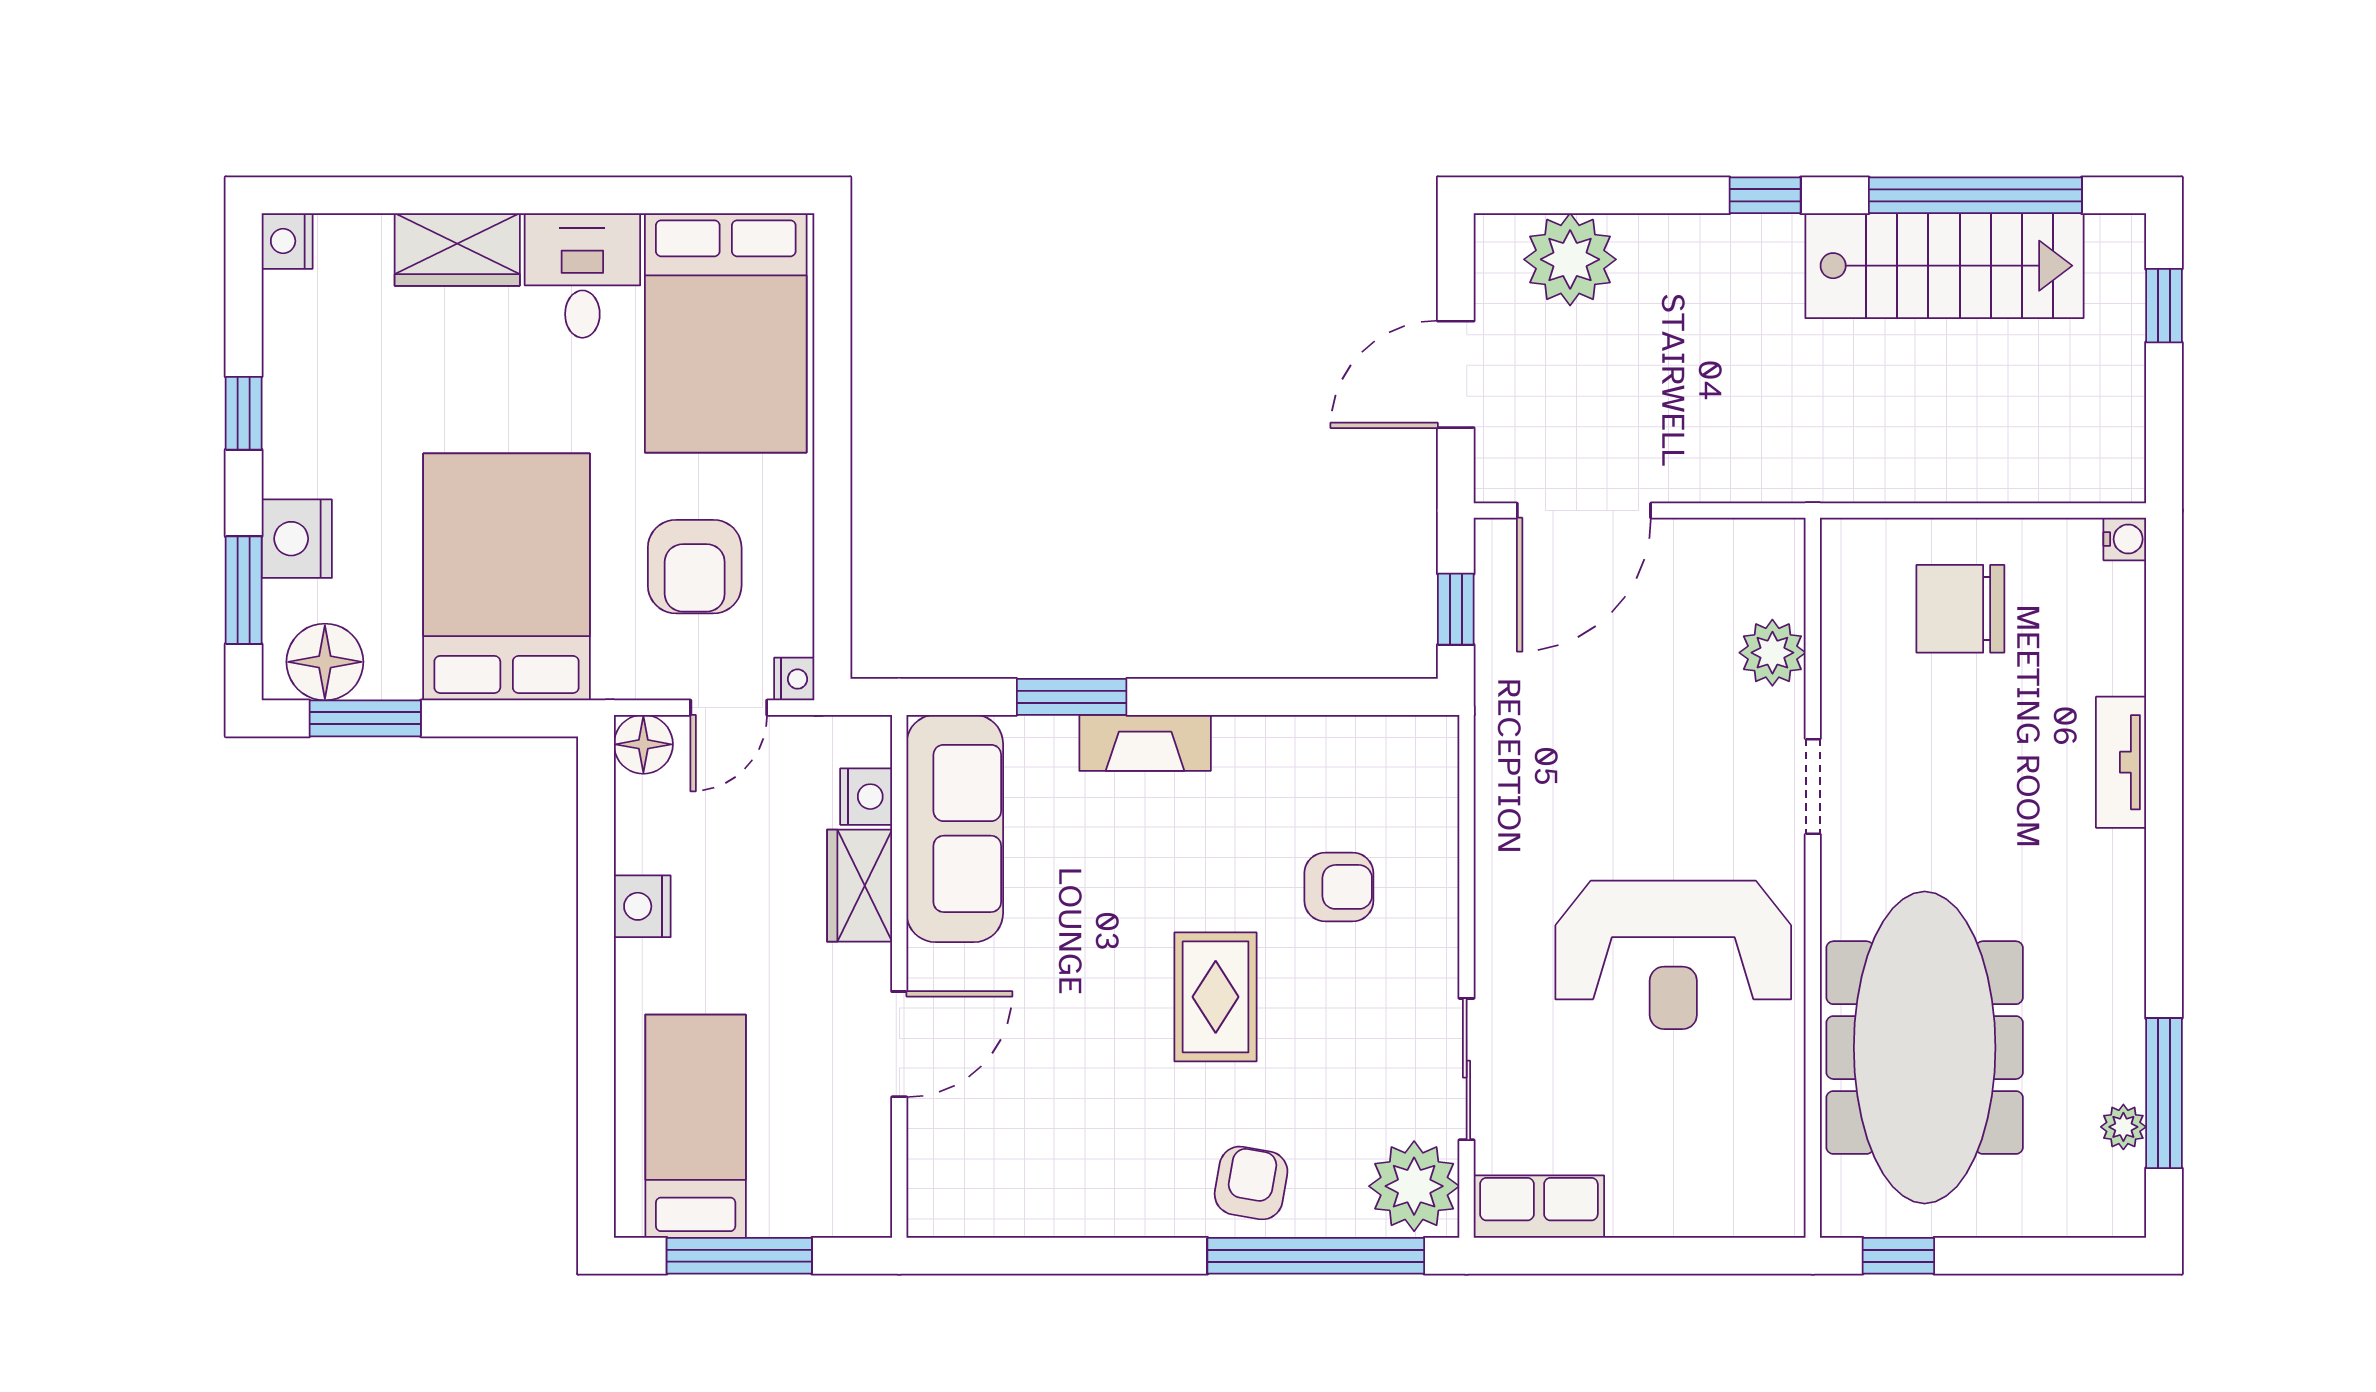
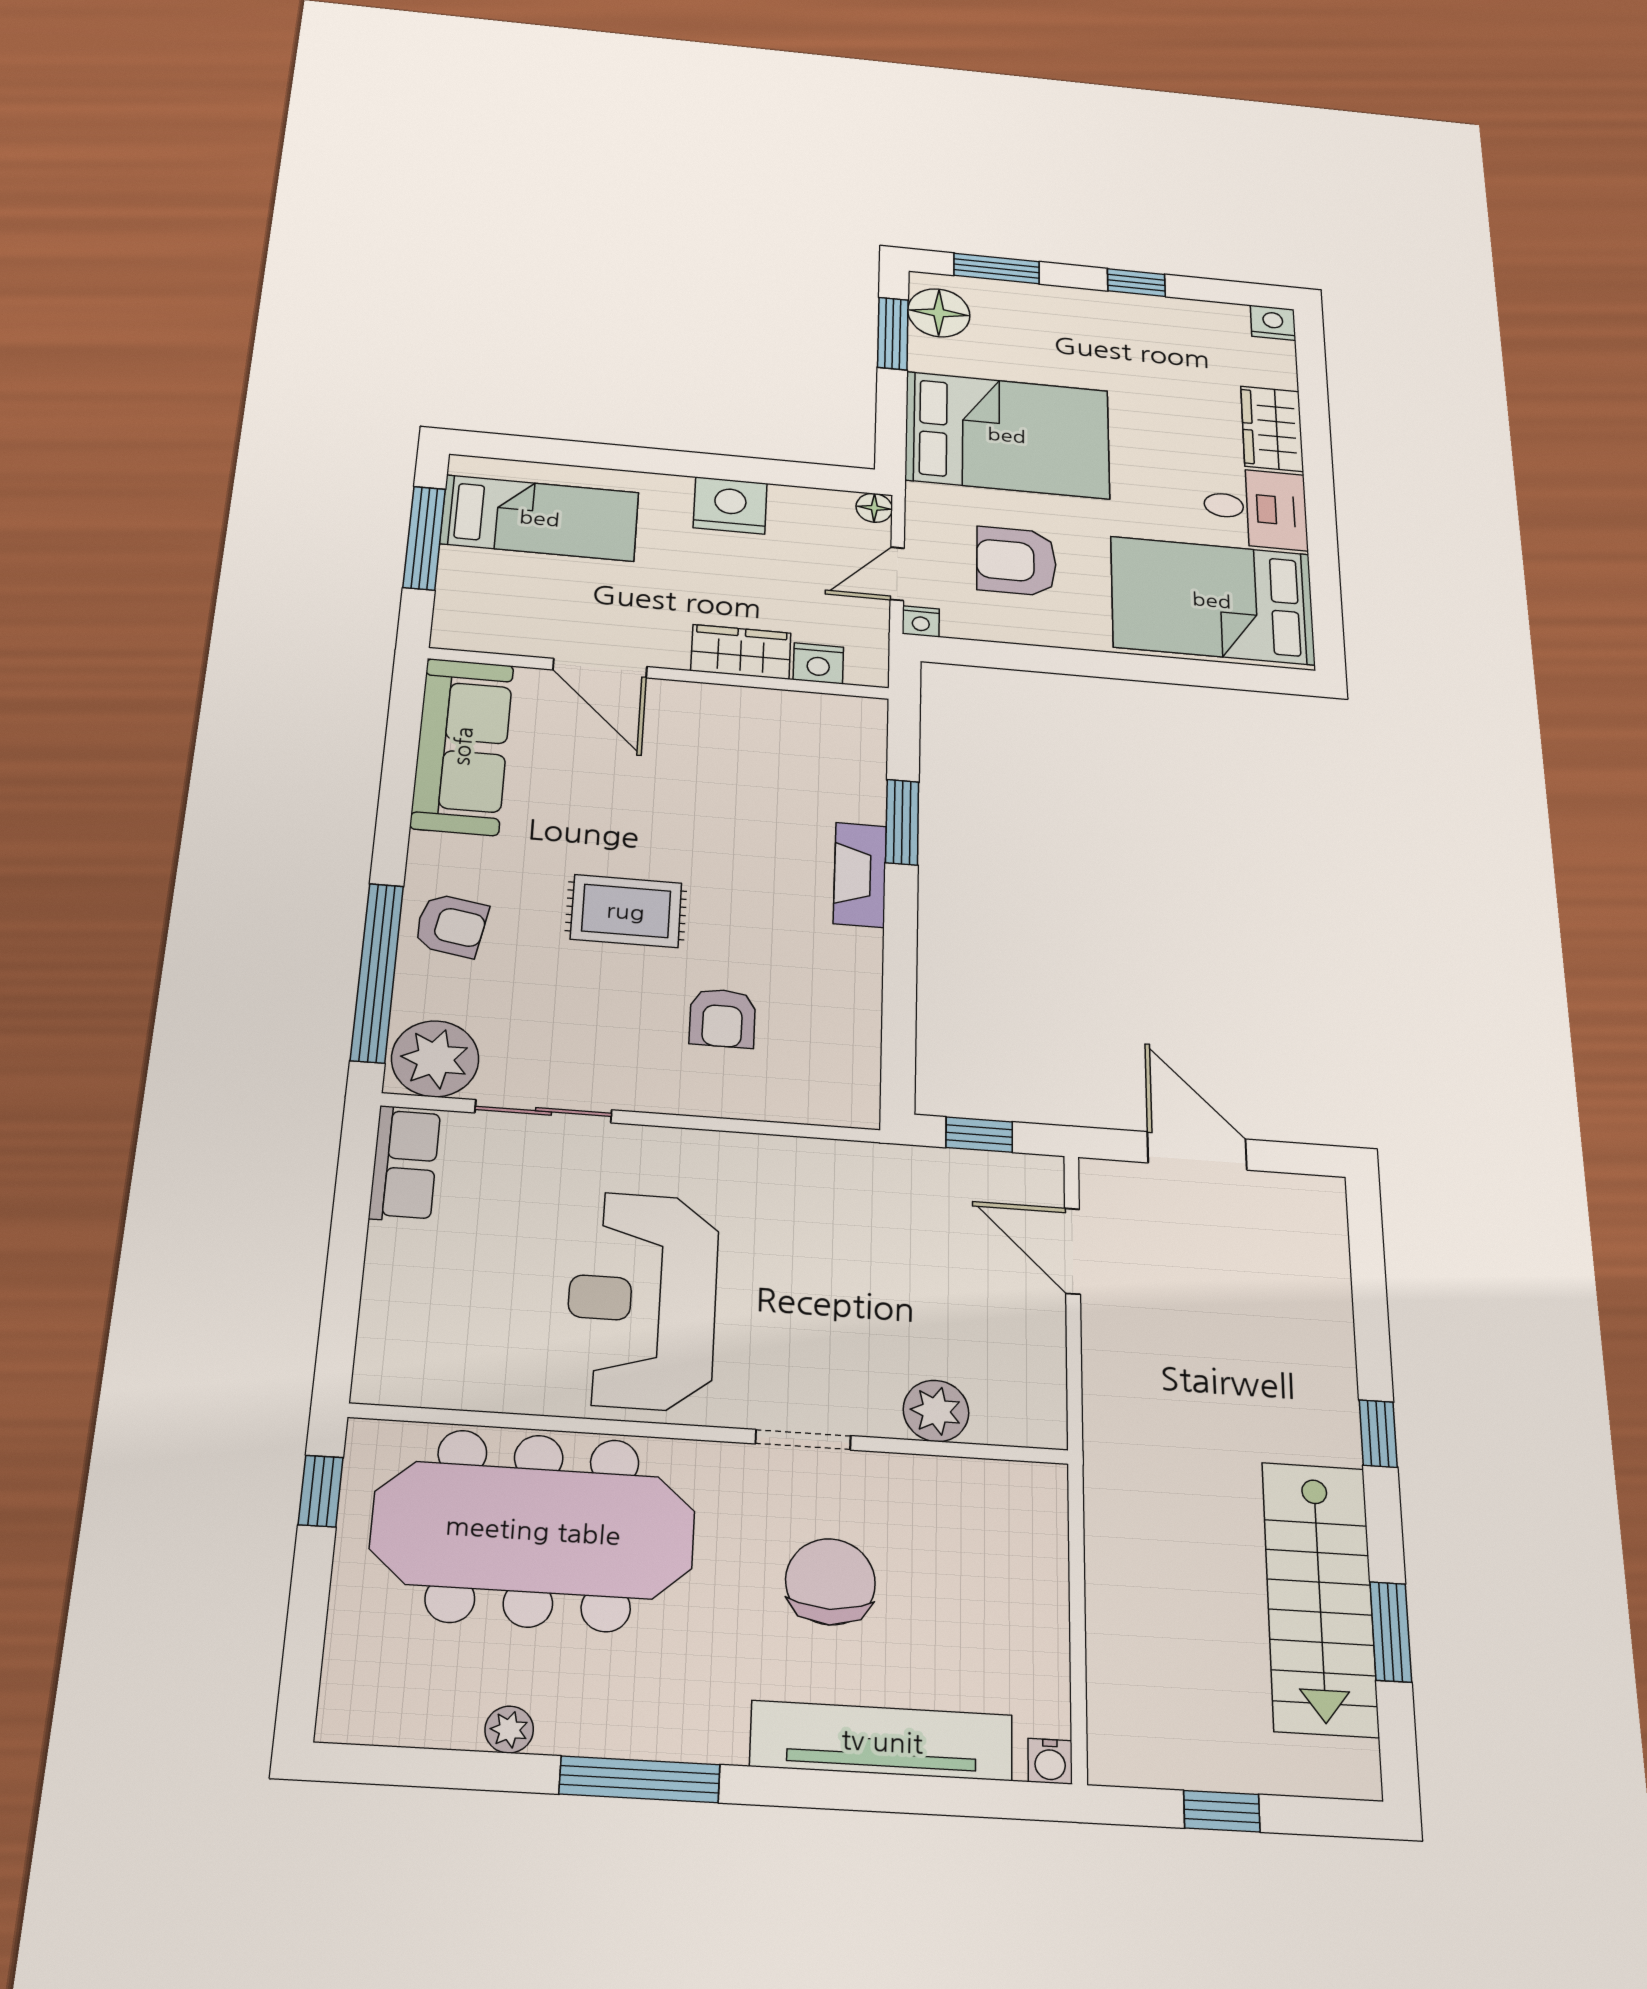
window: (1975, 195) -> (1391, 1632), width x0.47
plant: (1570, 259) -> (1308, 1256), removed
window: (2164, 306) -> (1222, 1811), moved
door: (1584, 511) -> (1073, 1251), width x0.73
nightstand: (297, 539) -> (1038, 305), removed
chair: (1960, 609) -> (830, 1582), moved
door: (729, 708) -> (897, 574), hinge flipped
floor lamp: (643, 744) -> (874, 508), width x0.73, depth x0.73
tv unit: (2121, 762) -> (882, 1741), width x1.92, depth x1.29
sofa: (955, 828) -> (462, 746), moved, turned -90
nightstand: (642, 906) -> (730, 505), width x1.36, depth x1.33
window: (2164, 1093) -> (640, 1779), moved
plant: (2123, 1127) -> (509, 1730), moved

